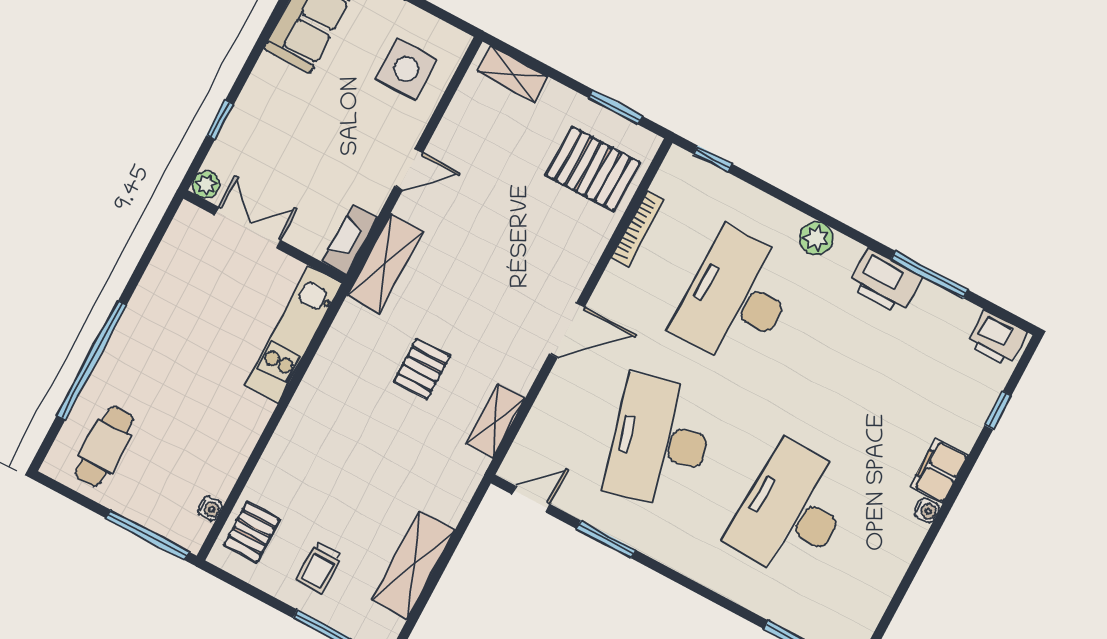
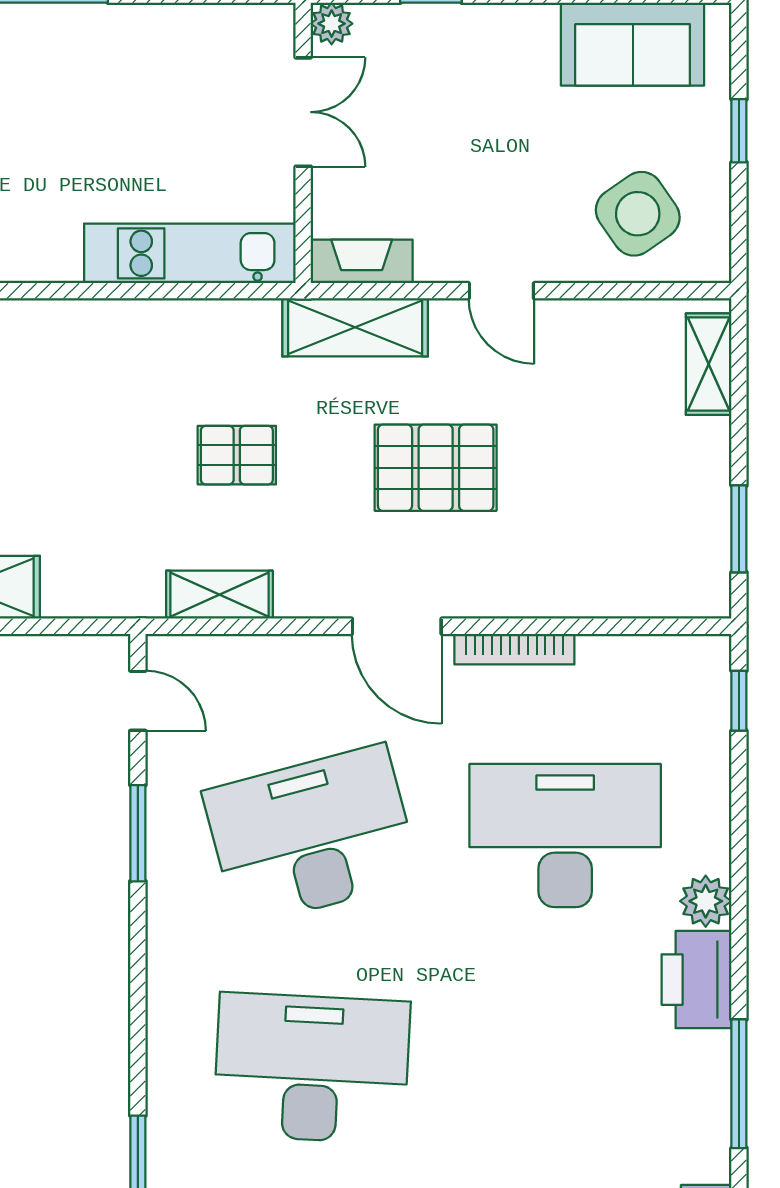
side table: (406, 69) -> (638, 214), turned -35
pallet: (593, 169) -> (436, 468), moved, turned 90
bookcase: (638, 229) -> (514, 649), moved
printer: (885, 282) -> (696, 980), moved

